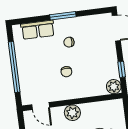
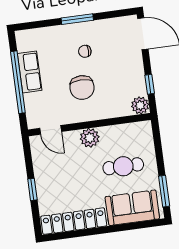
row of seats: (38, 30) -> (30, 72), moved, turned -90
chair: (66, 72) -> (82, 87), width x1.87, depth x1.87

